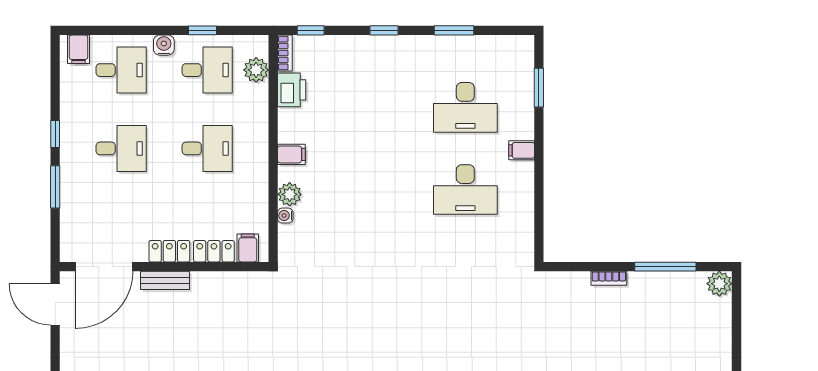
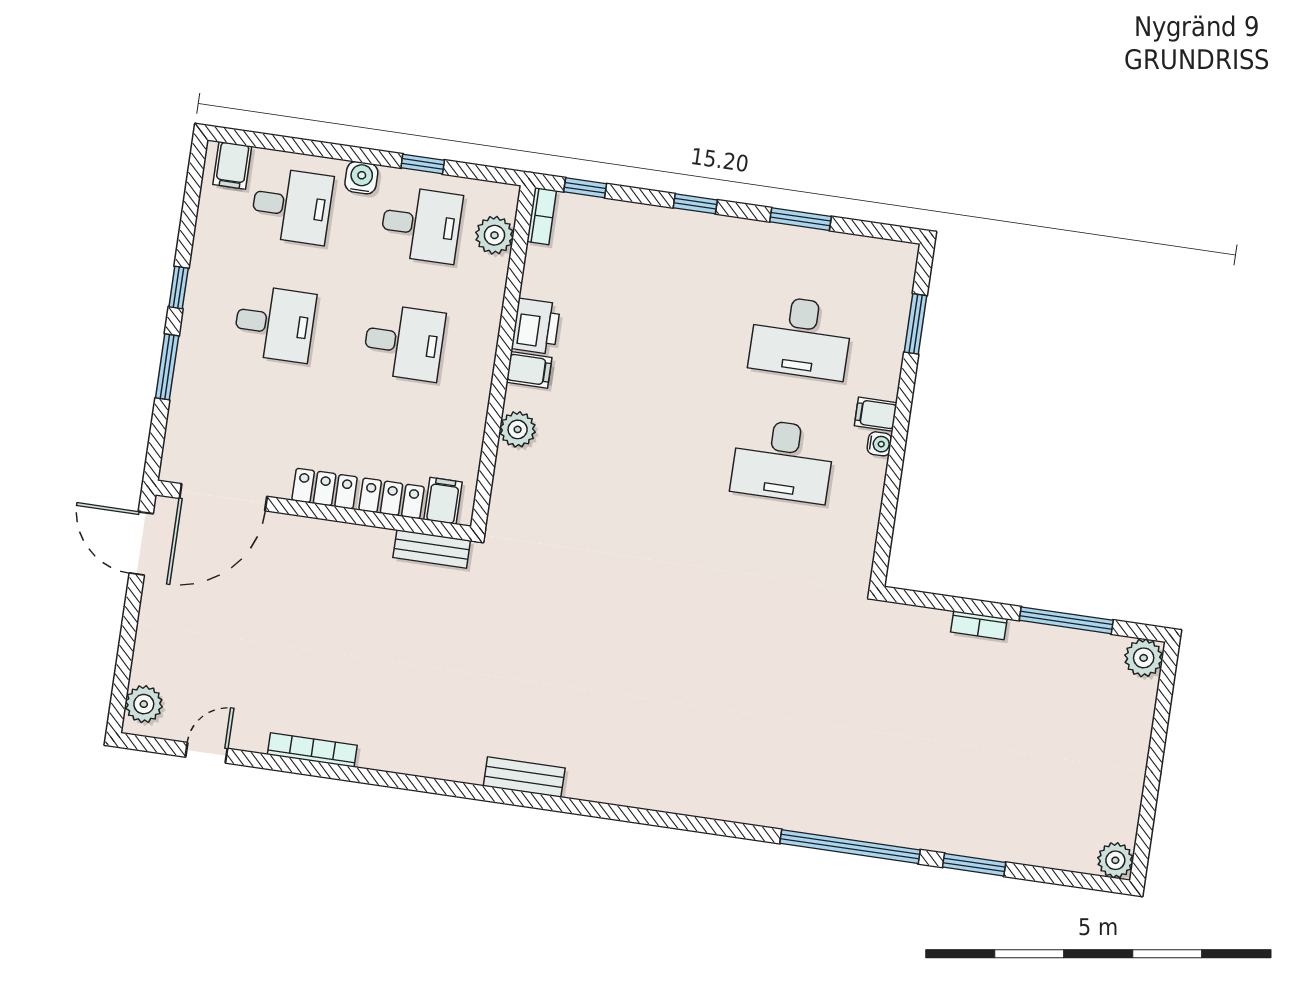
printer: (292, 90) -> (536, 326), moved
water cooler: (285, 216) -> (879, 444), moved, turned 180
bench: (165, 280) -> (432, 549), moved

